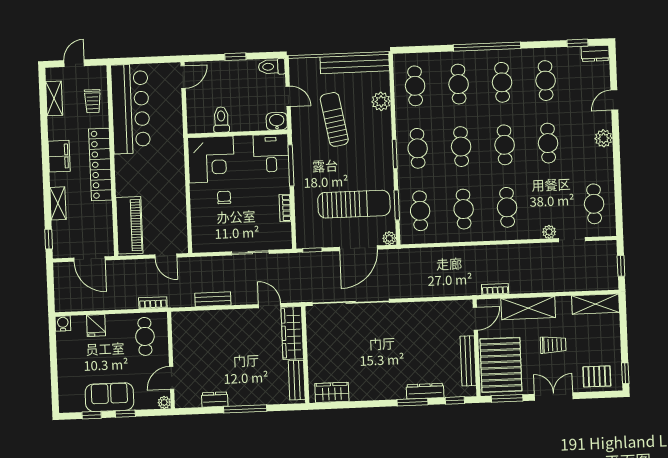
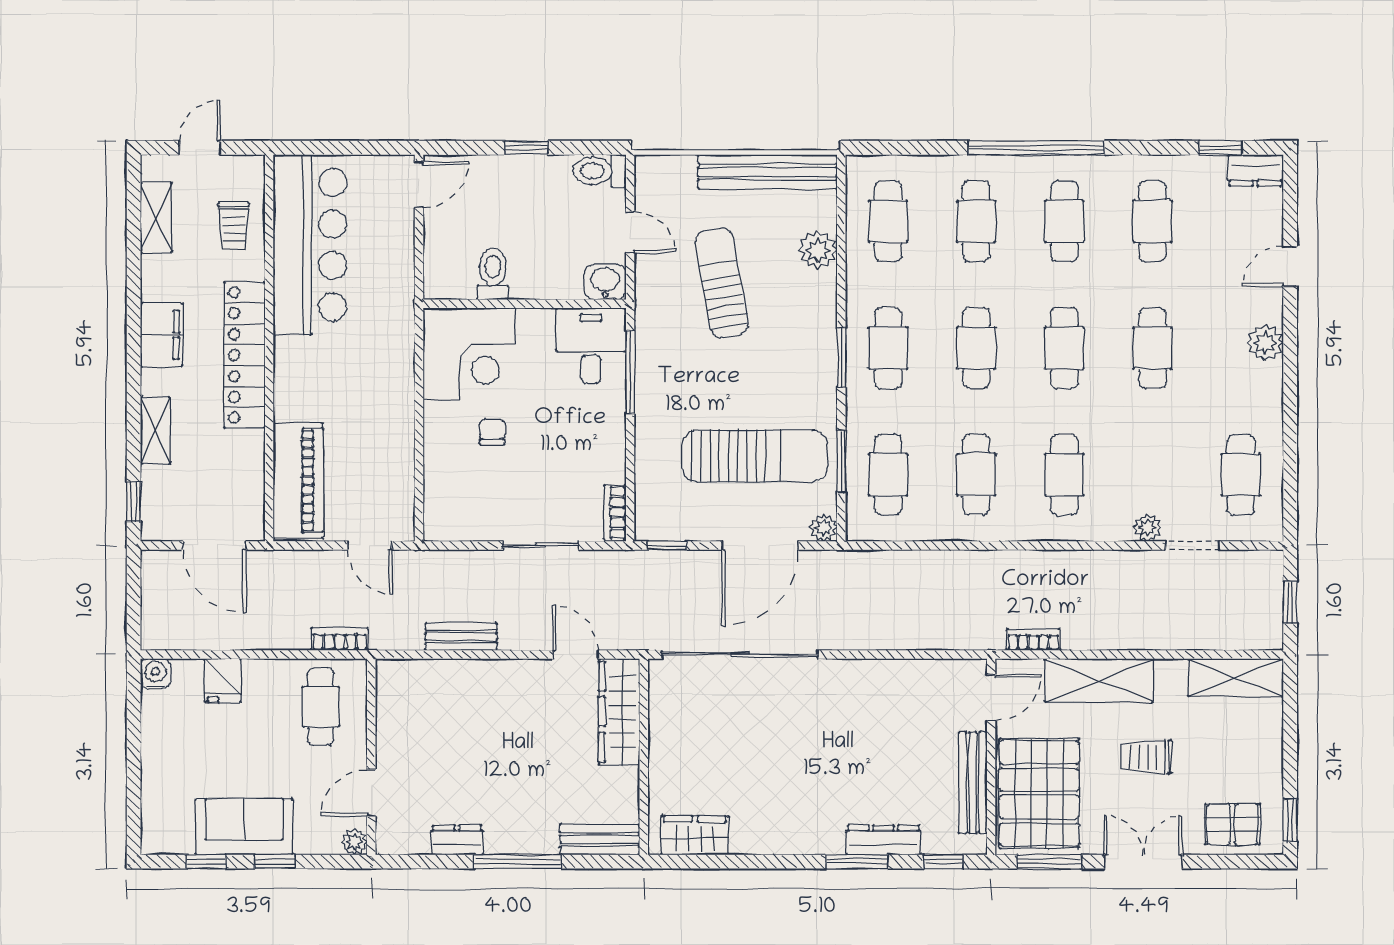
bookcase: (285, 208) -> (615, 513), moved
trolley: (553, 345) -> (1146, 757), turned 180
bench: (297, 380) -> (600, 840), moved, turned 90

